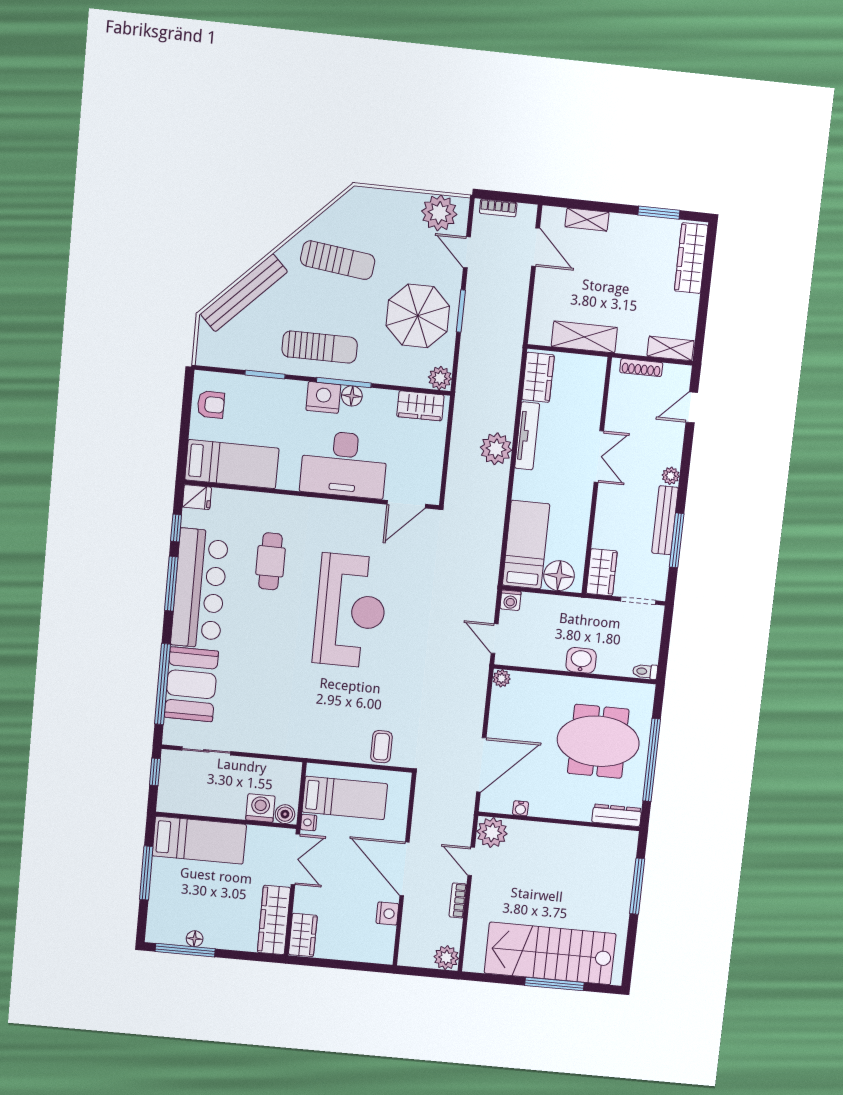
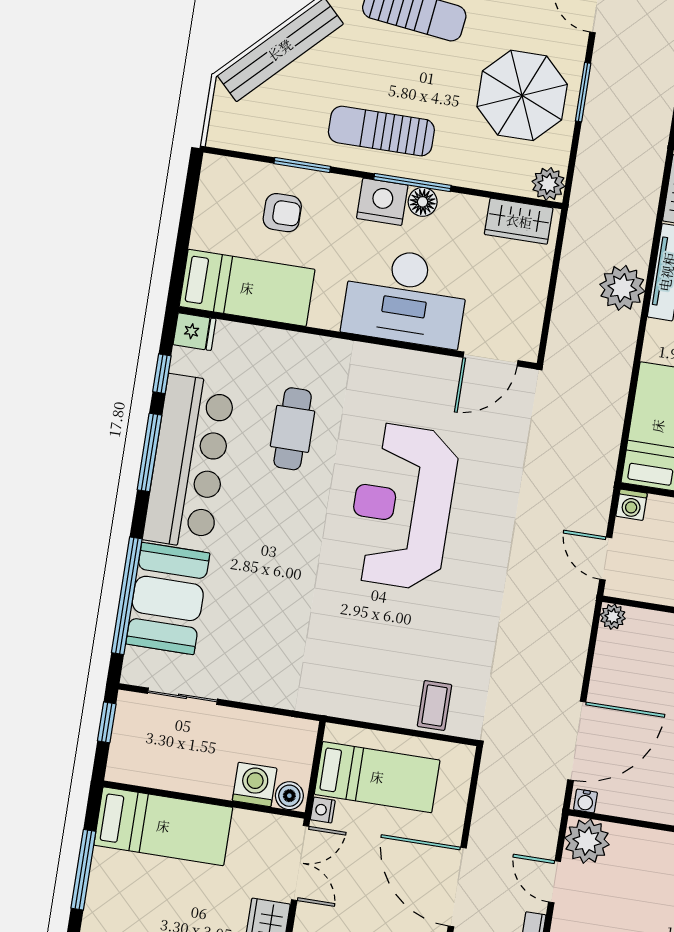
sun lounger: (320, 347) -> (381, 131), turned 180
armchair: (211, 405) -> (282, 213), moved
reception desk: (351, 611) -> (402, 506), turned 180
water cooler: (521, 808) -> (585, 801), moved

